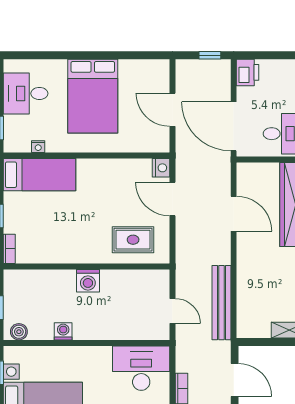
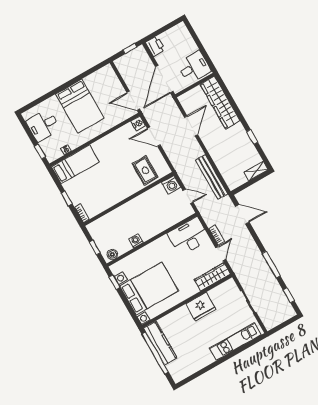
door: (172, 110) -> (133, 101), moved
door: (234, 126) -> (164, 79), hinge flipped
door: (234, 214) -> (191, 126), hinge flipped
rug: (133, 240) -> (145, 170), turned 90
washing machine: (88, 281) -> (171, 185), moved

